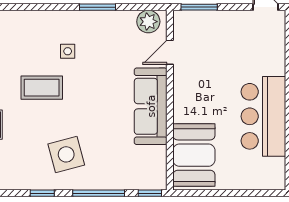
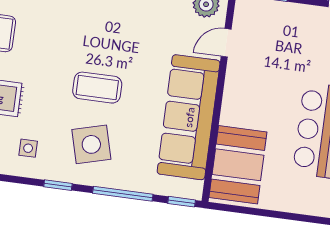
side table: (68, 51) -> (28, 148), moved
coffee table: (42, 88) -> (97, 88), moved
sofa: (151, 106) -> (189, 117), width x1.36, depth x1.27

